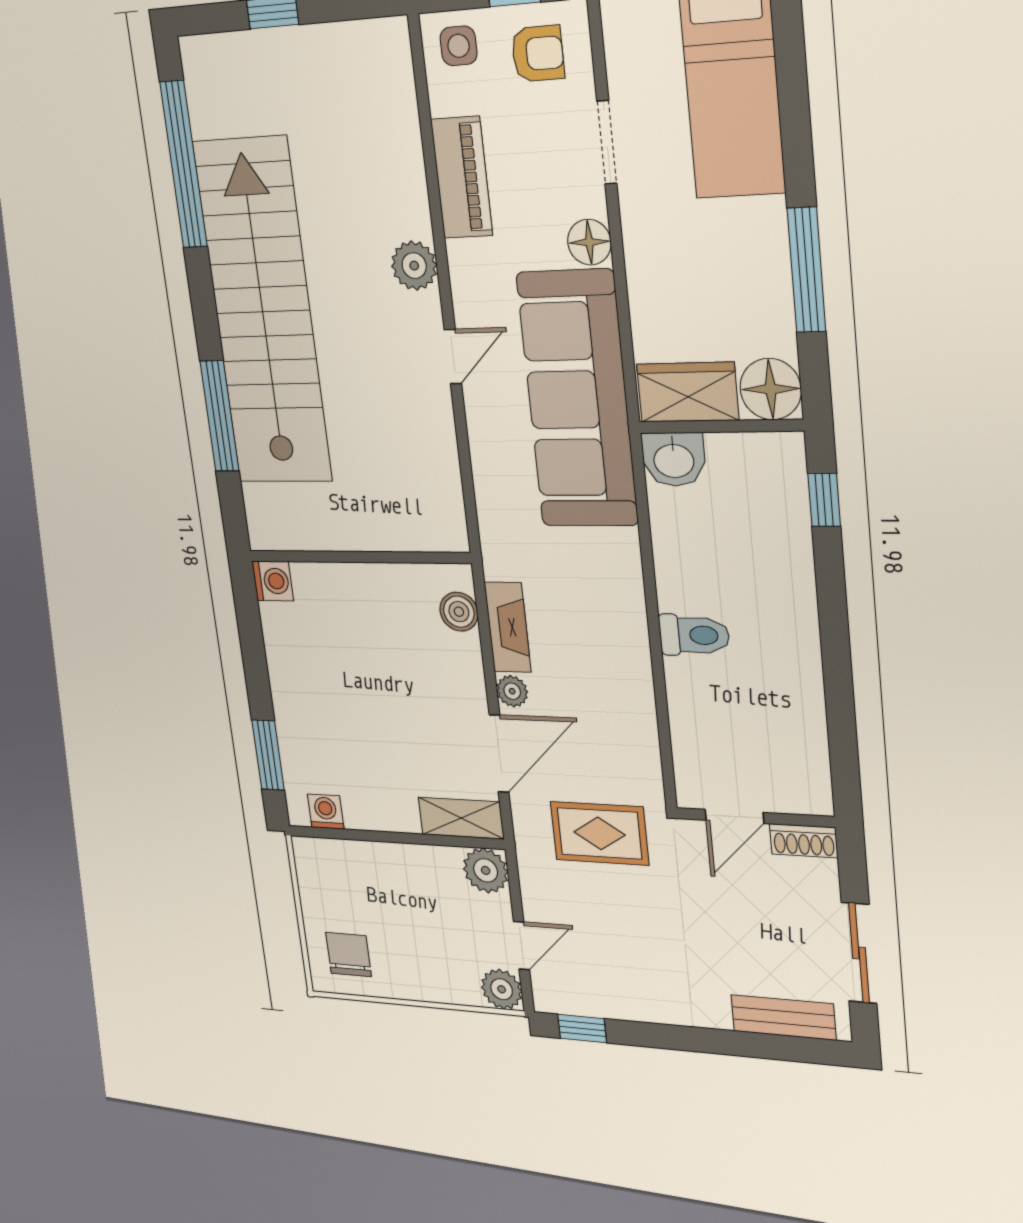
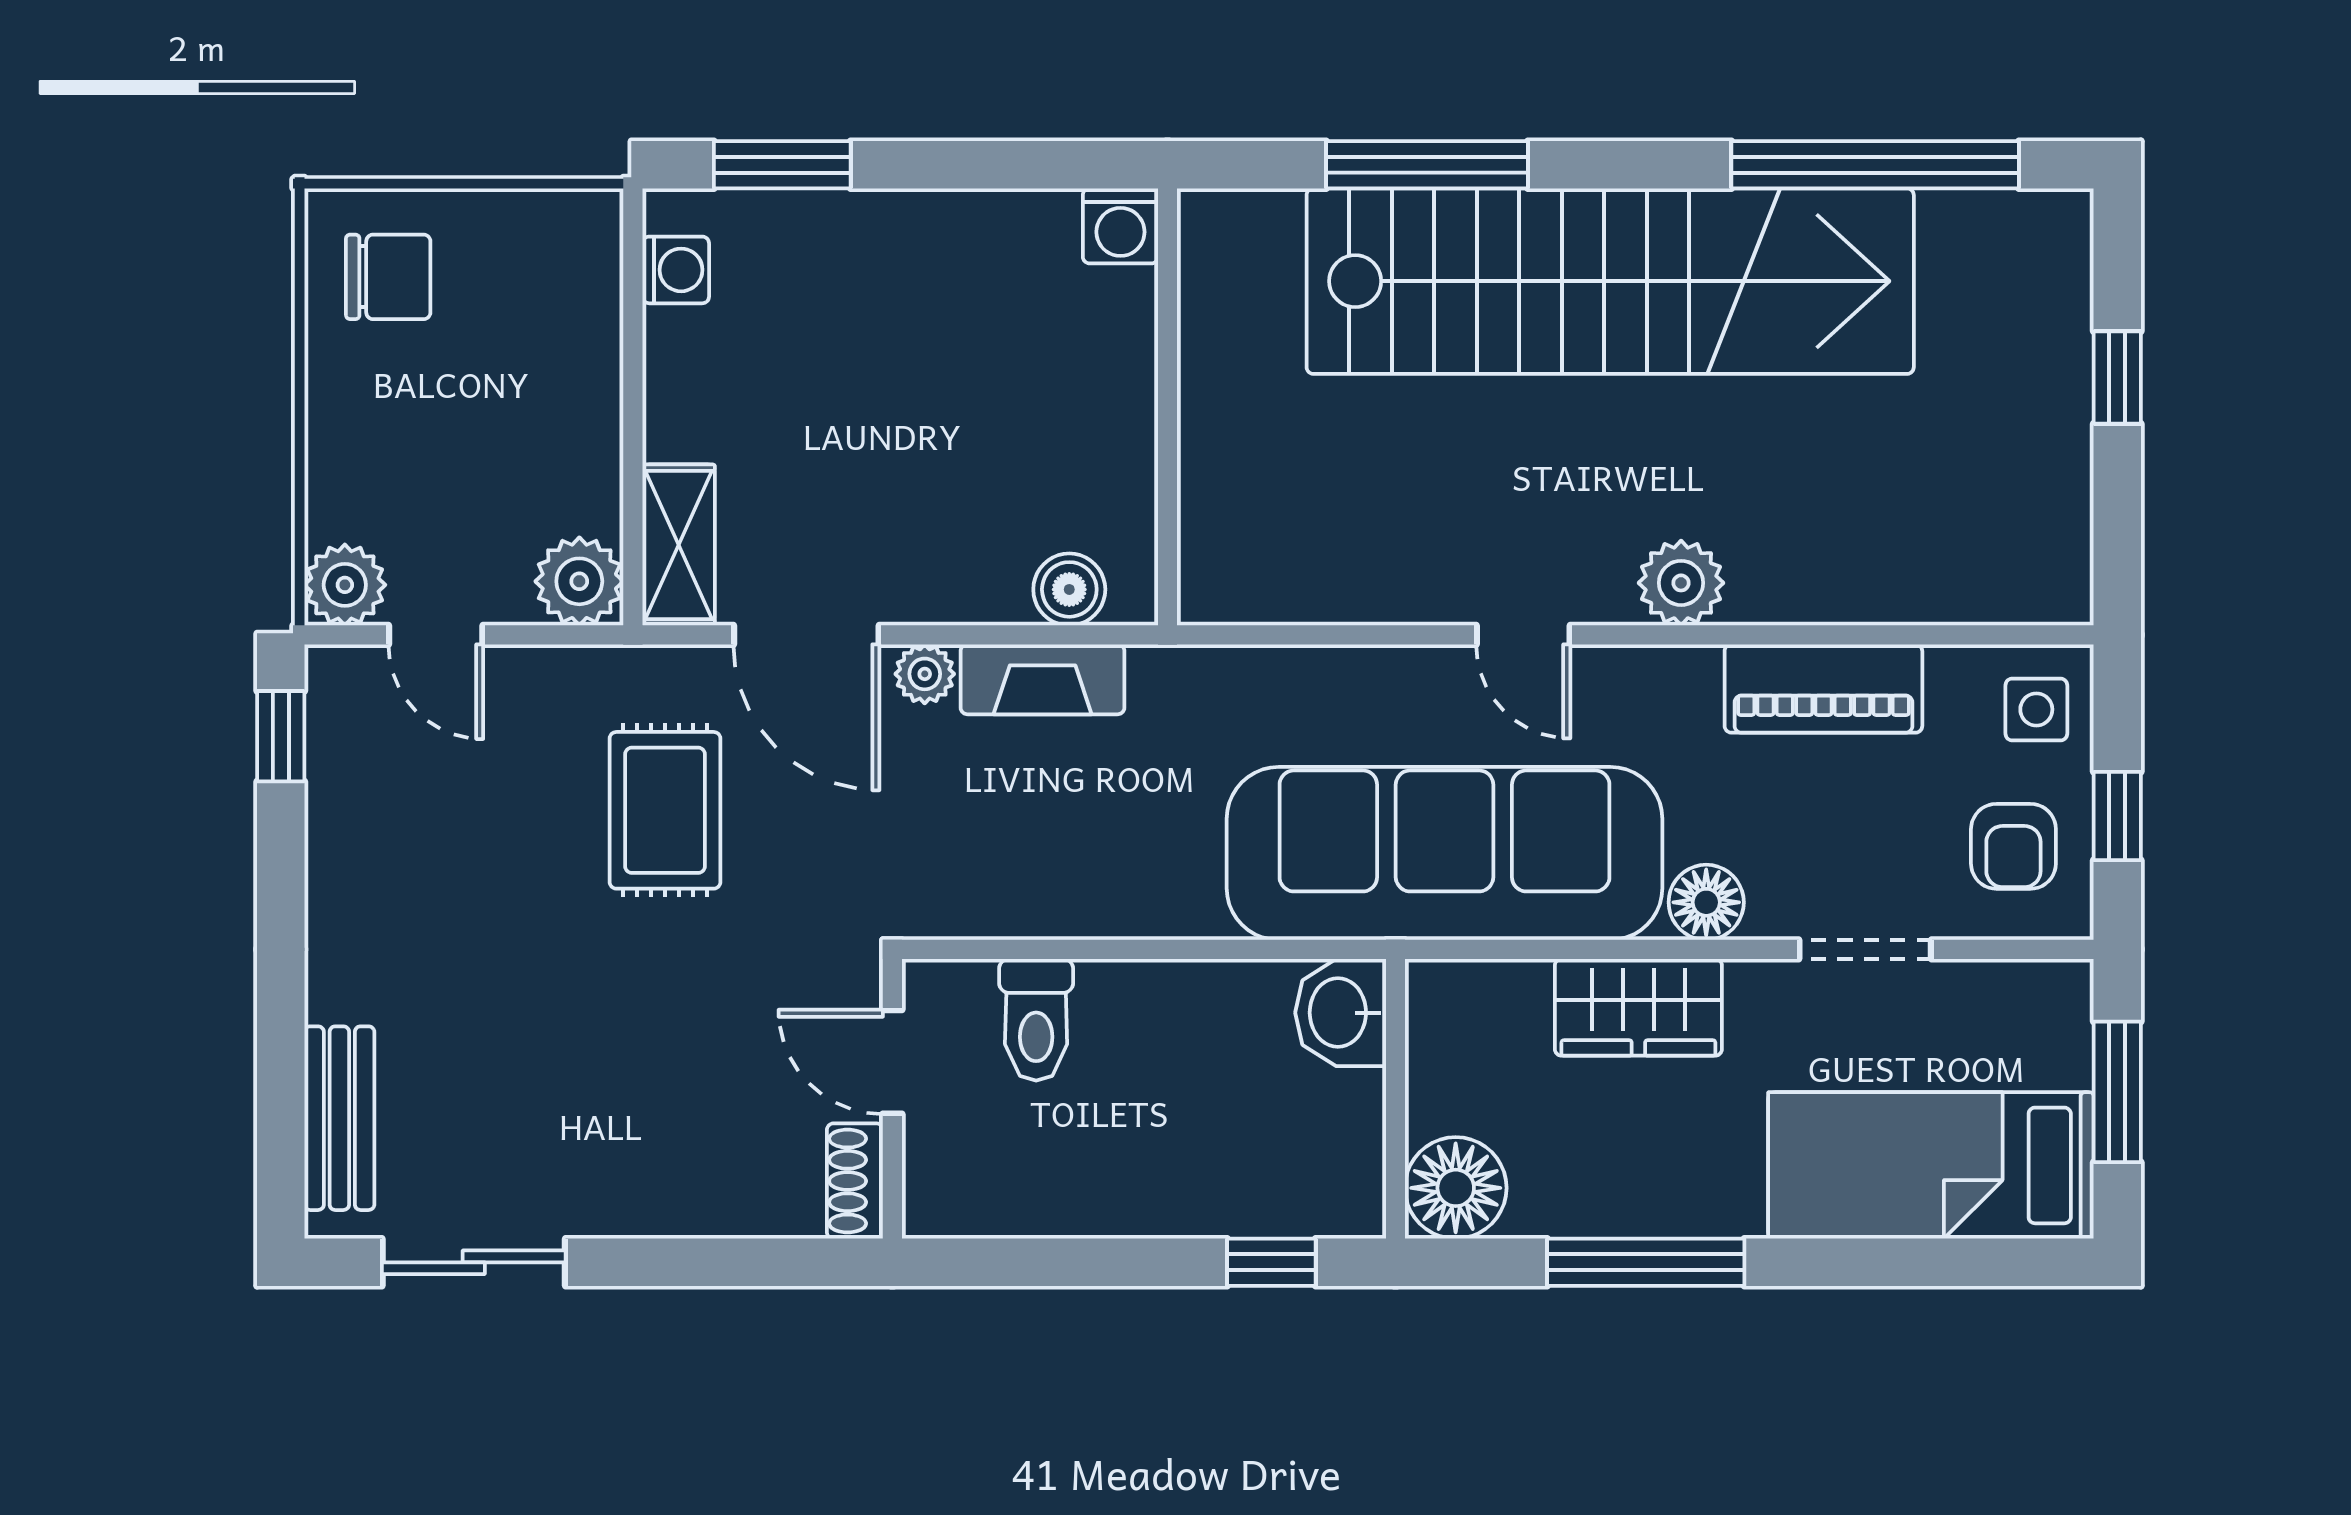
wardrobe: (688, 392) -> (1638, 1007), moved, turned 90
door: (734, 816) -> (892, 1062), moved
wall: (755, 818) -> (892, 1099), moved
shoe rack: (804, 841) -> (855, 1181), moved

